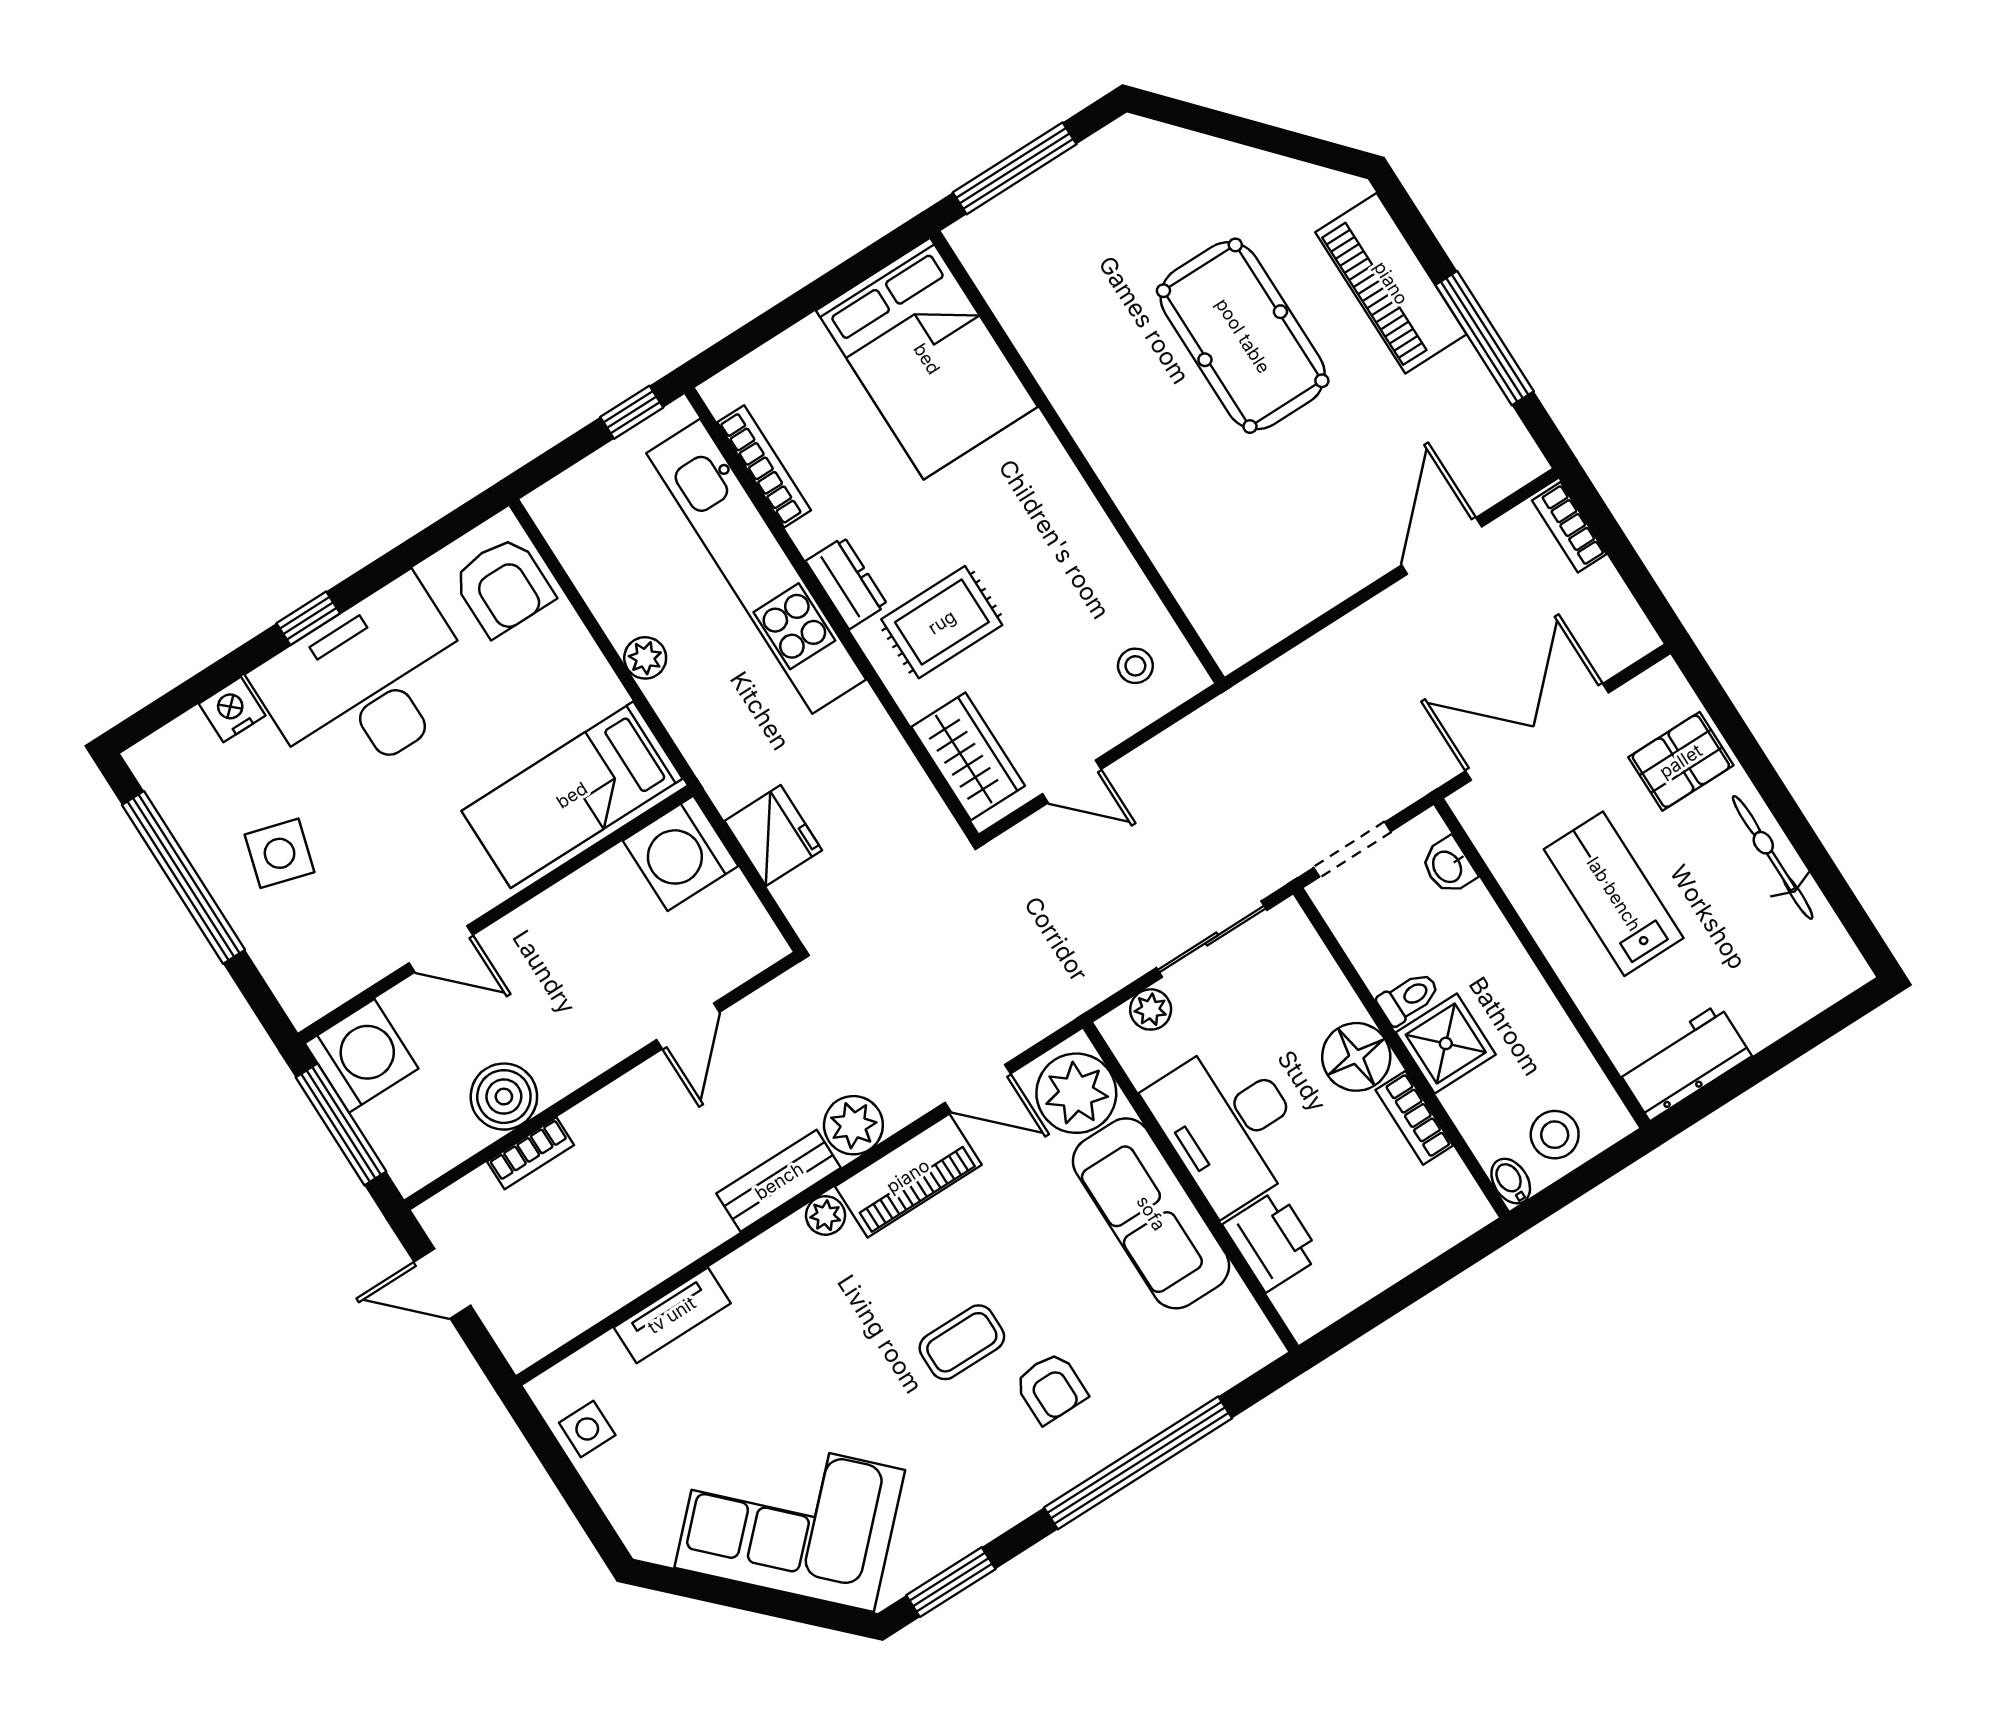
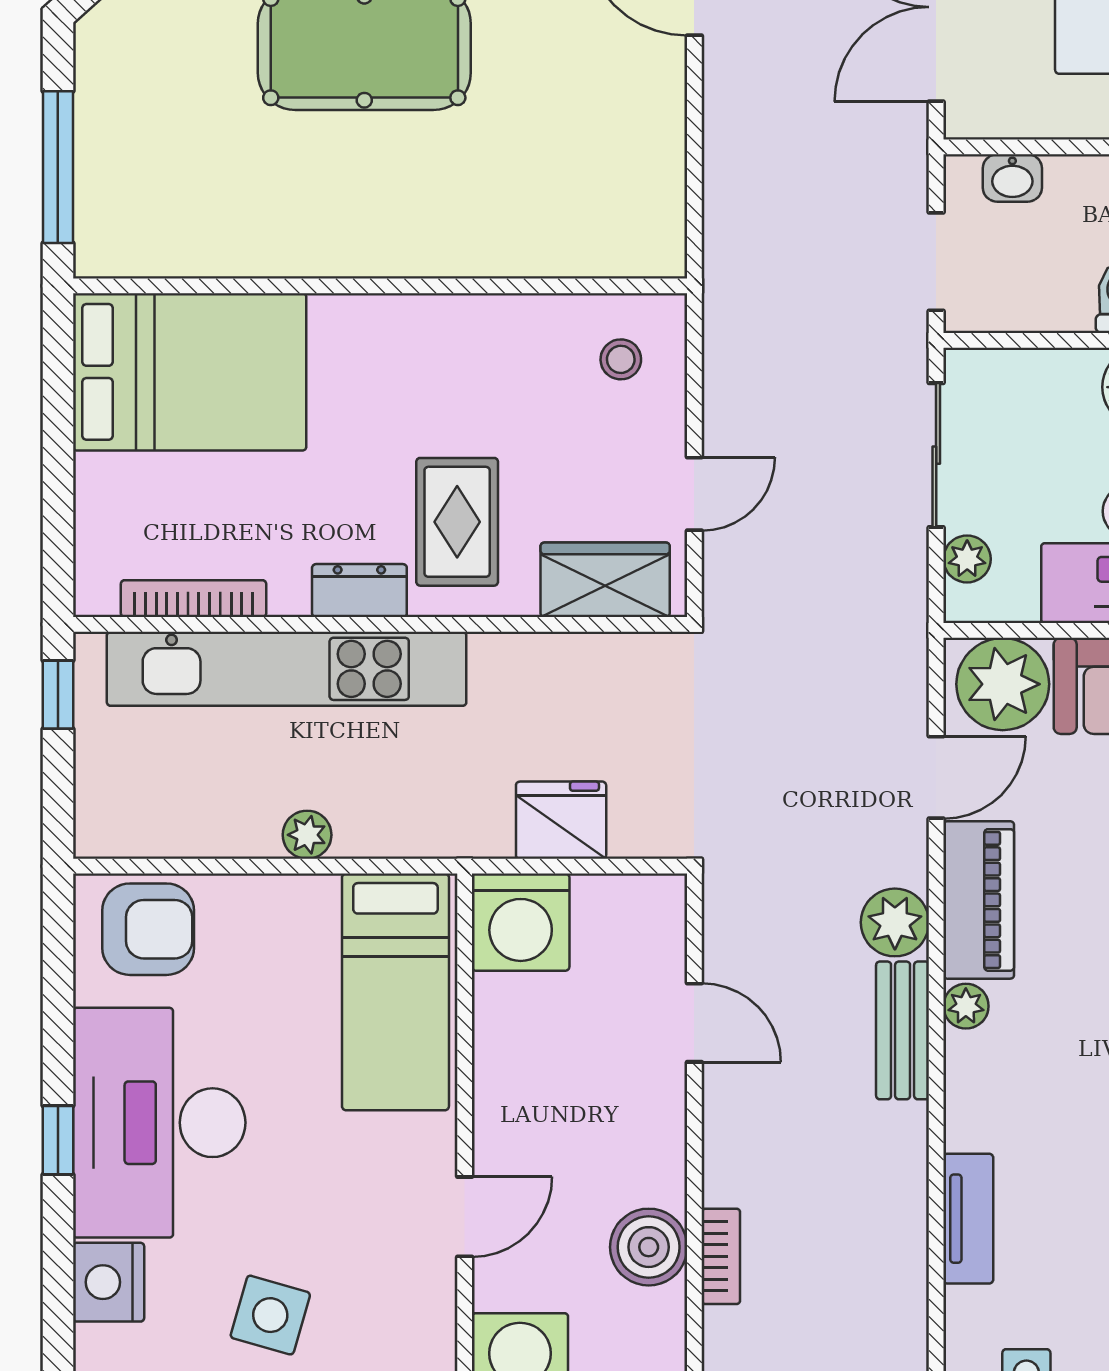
nightstand: (232, 710) -> (109, 1282), width x1.36, depth x1.33

